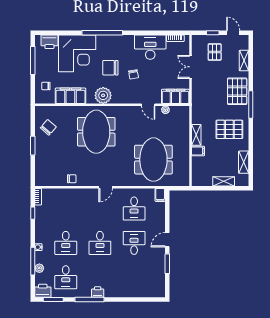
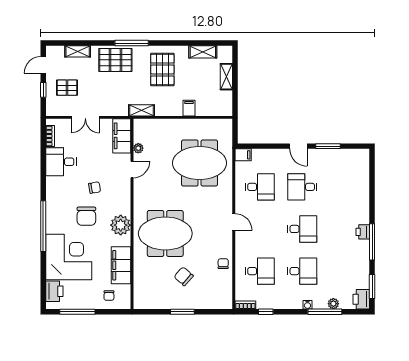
desk: (150, 47) -> (61, 162), width x0.73
chair: (48, 127) -> (184, 276), moved
shelving: (196, 135) -> (142, 110), moved
desk: (66, 277) -> (260, 271), moved

